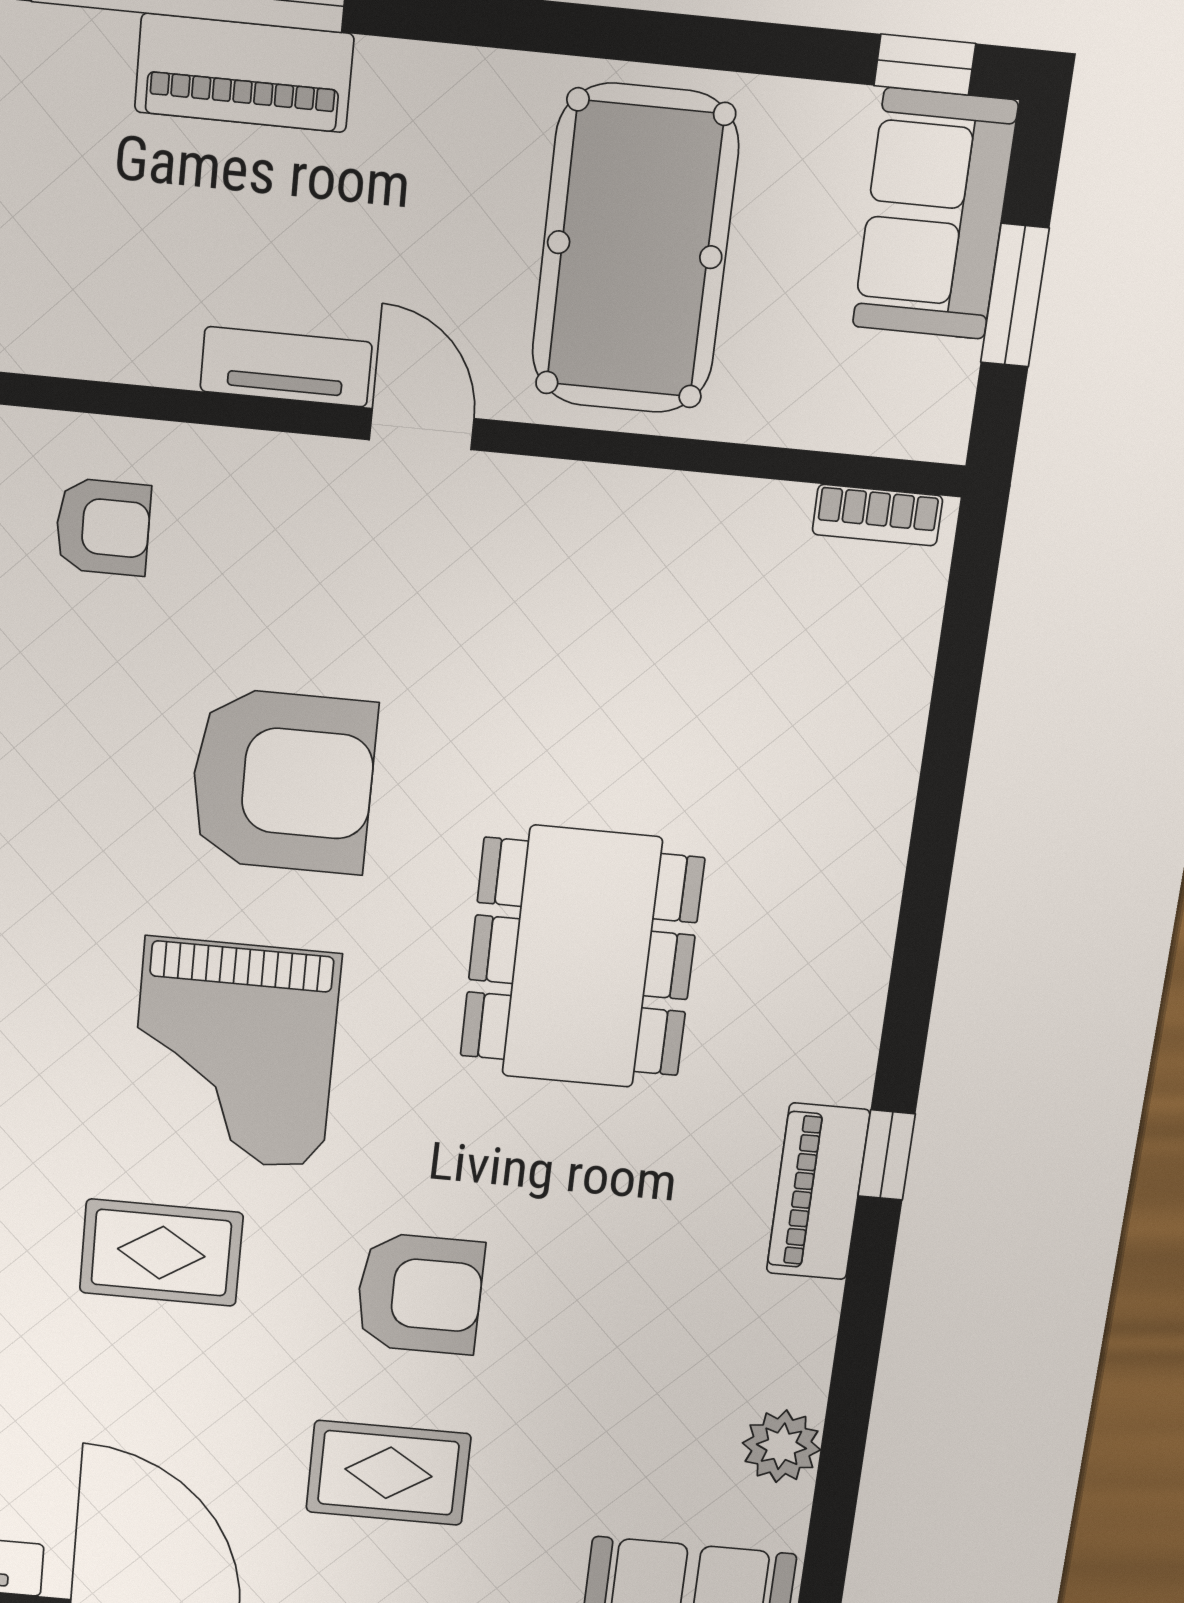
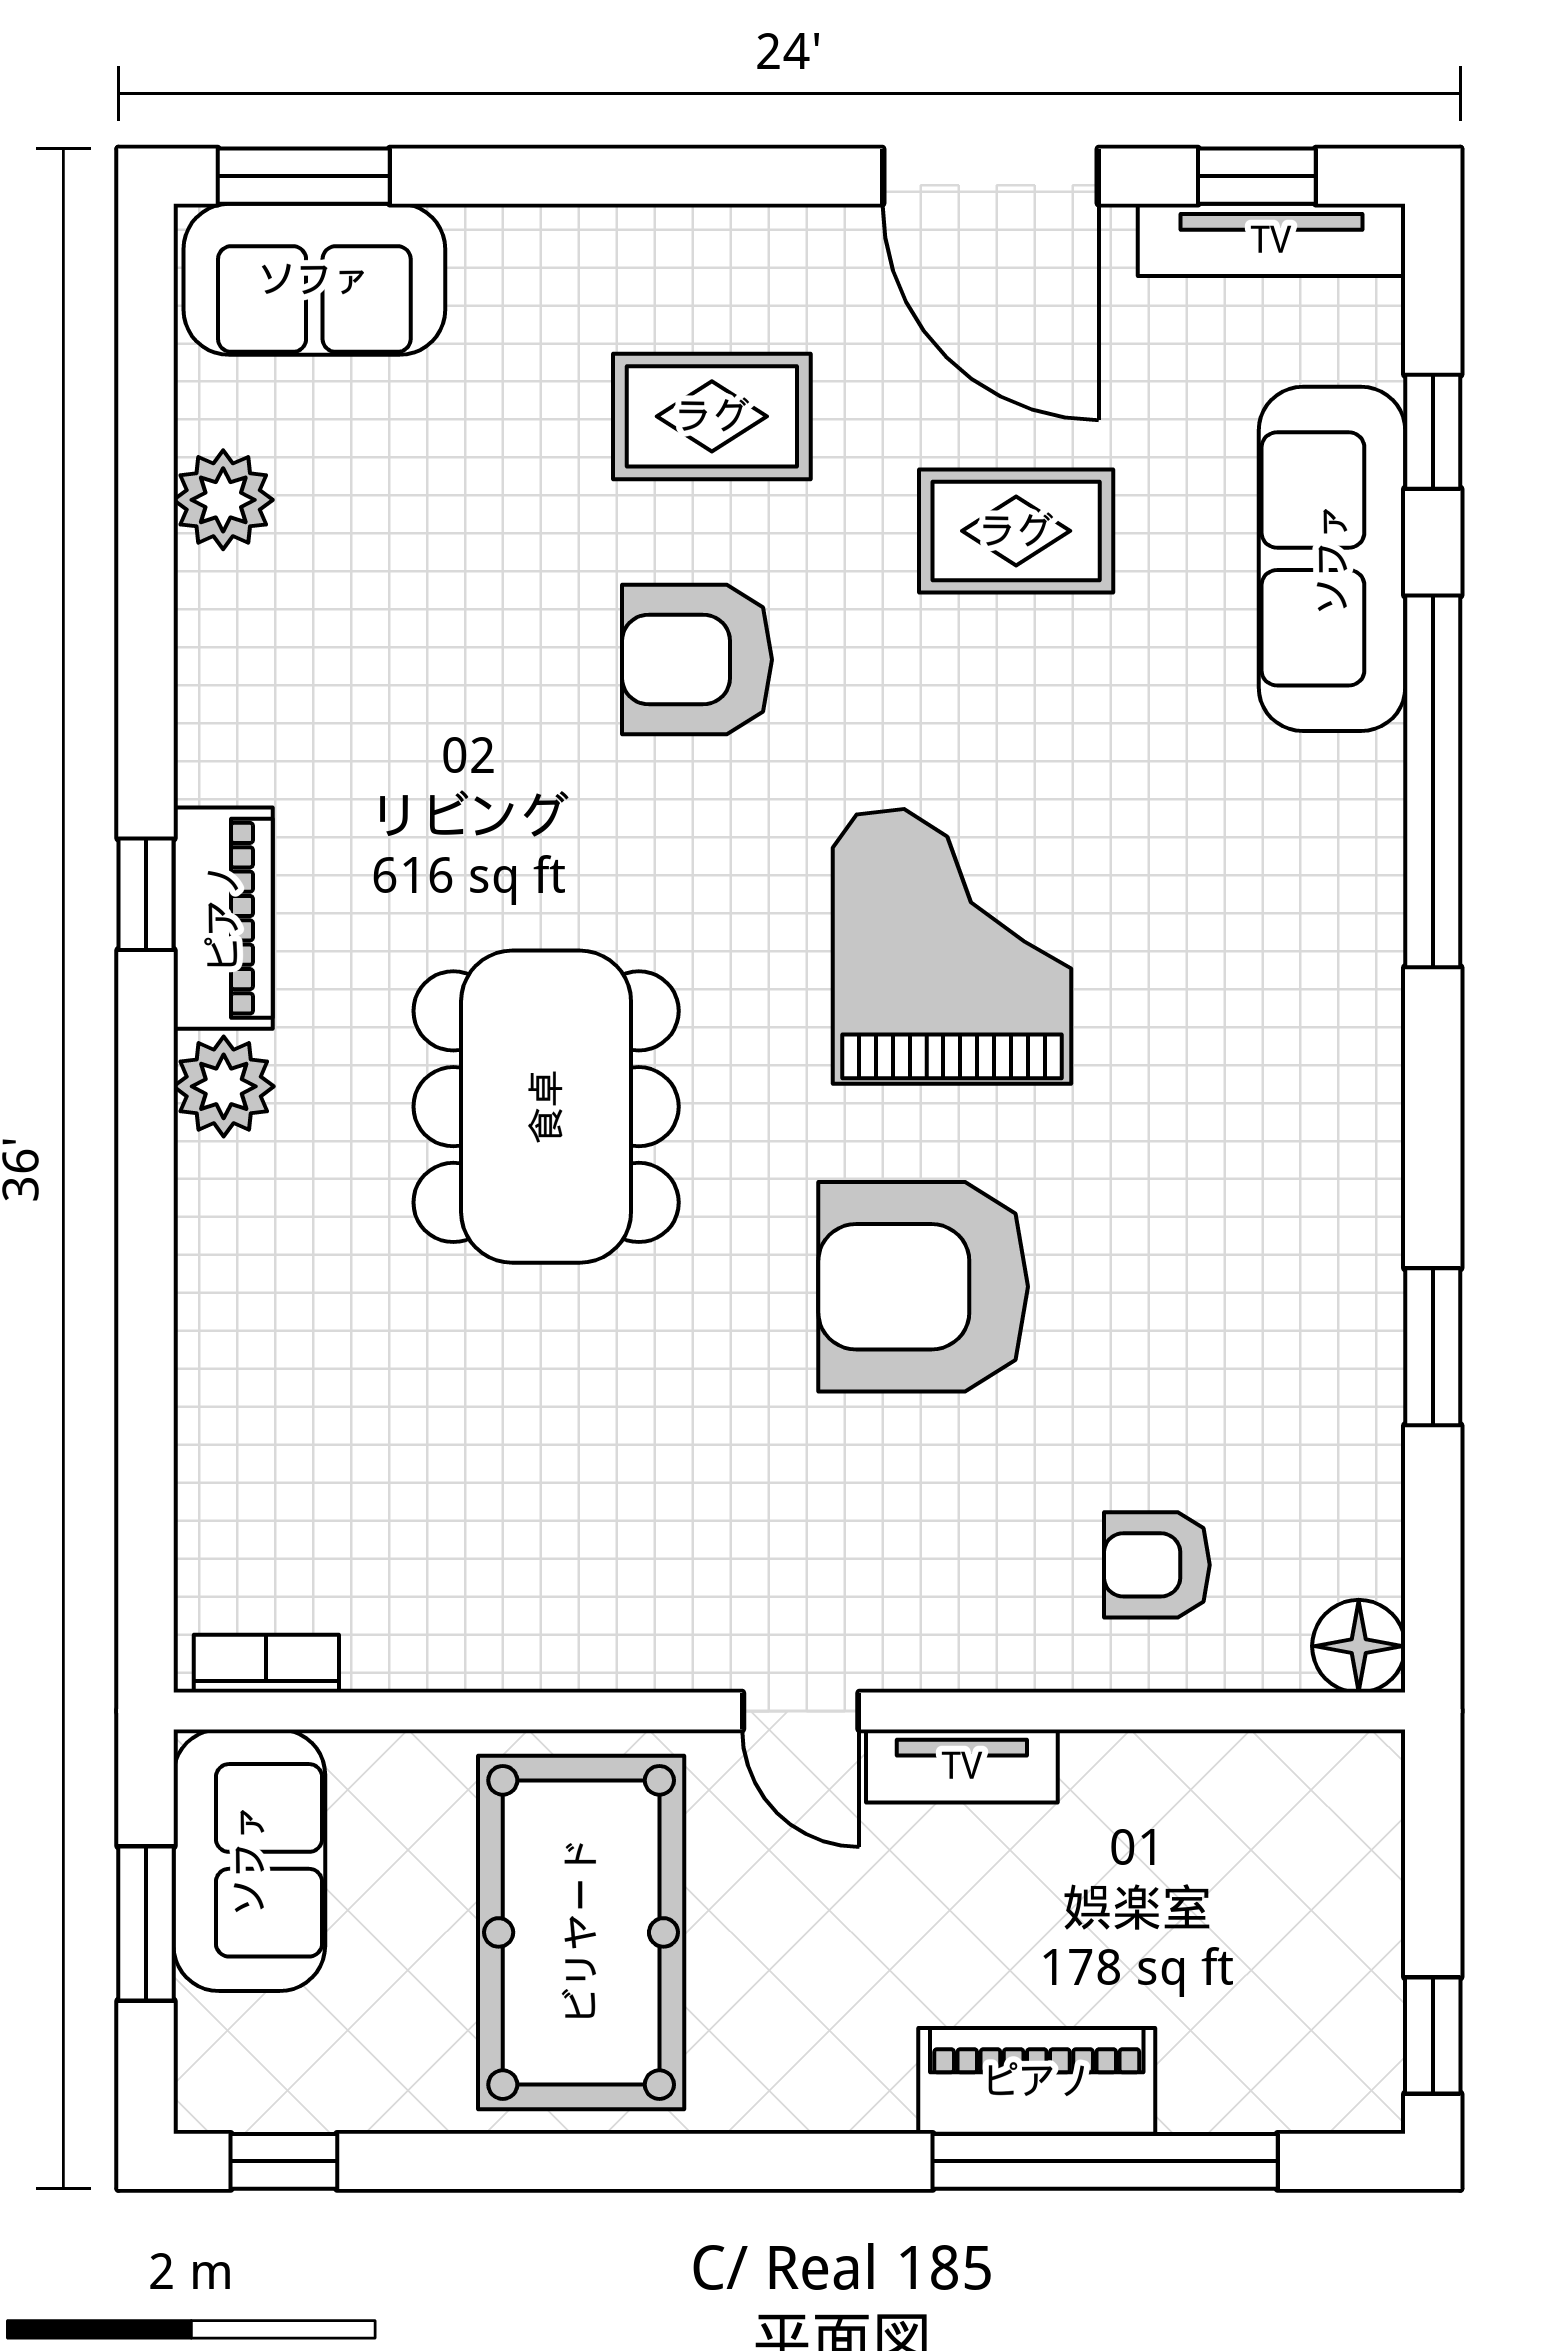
sofa: (935, 214) -> (249, 1860), moved
plant: (845, 998) -> (224, 1086), added
piano: (818, 1192) -> (223, 918), moved
rug: (161, 1253) -> (1016, 531), moved

